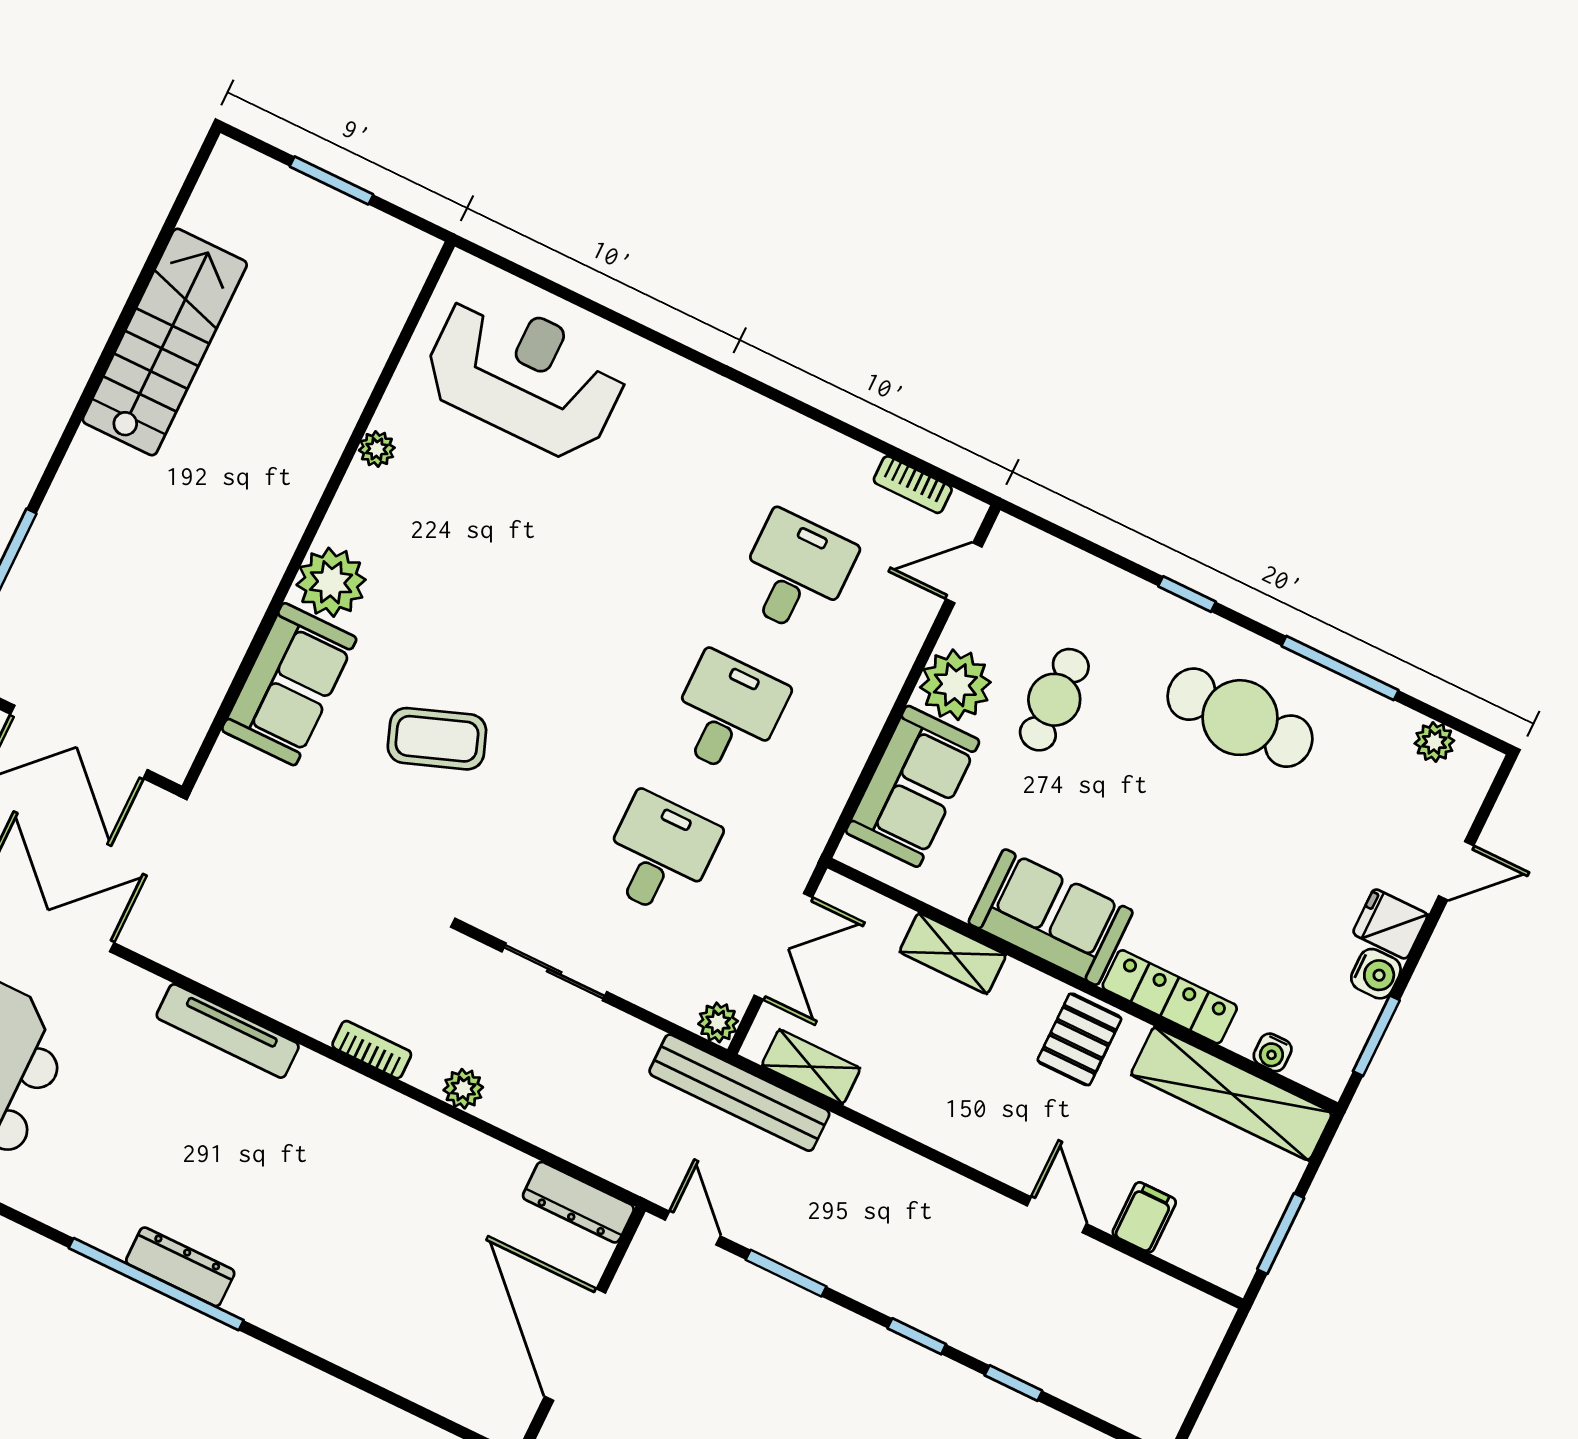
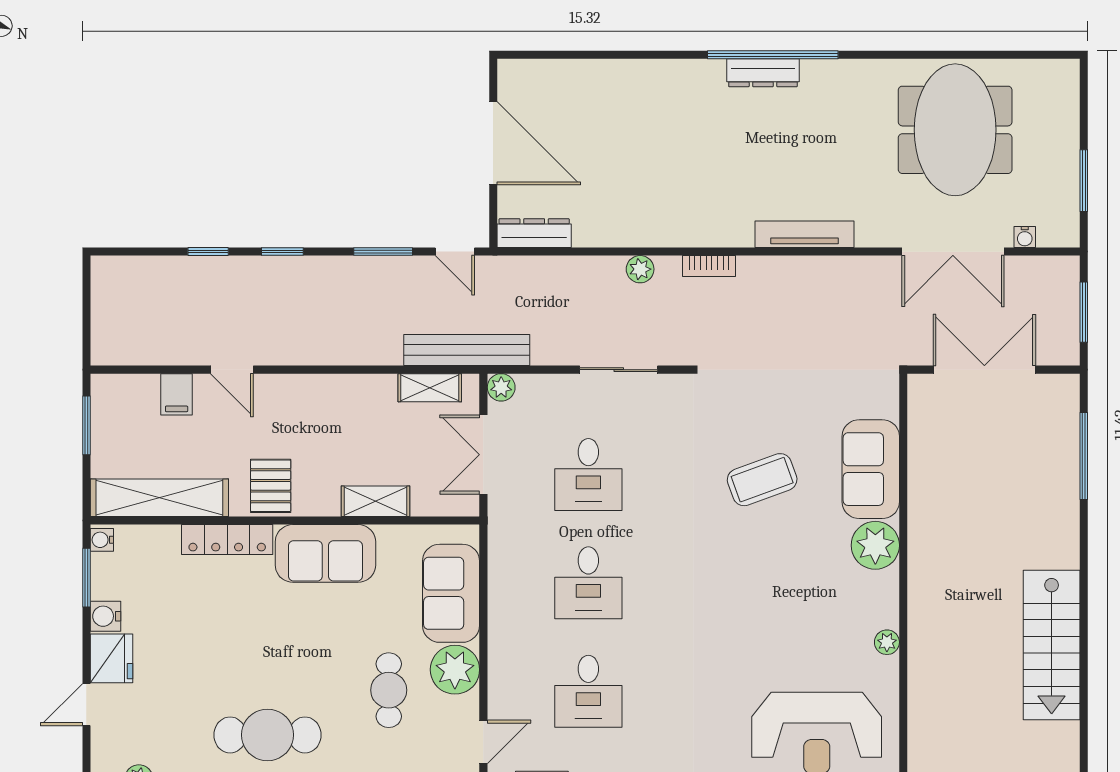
fridge: (1390, 924) -> (111, 658), width x1.38
water cooler: (1273, 1052) -> (102, 540), moved, turned -90

